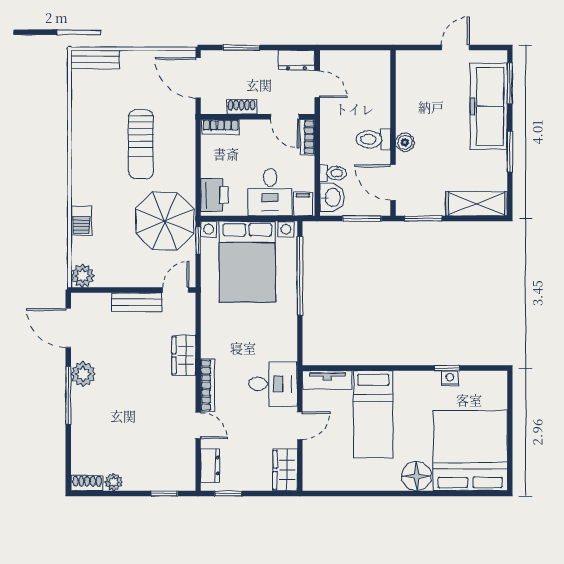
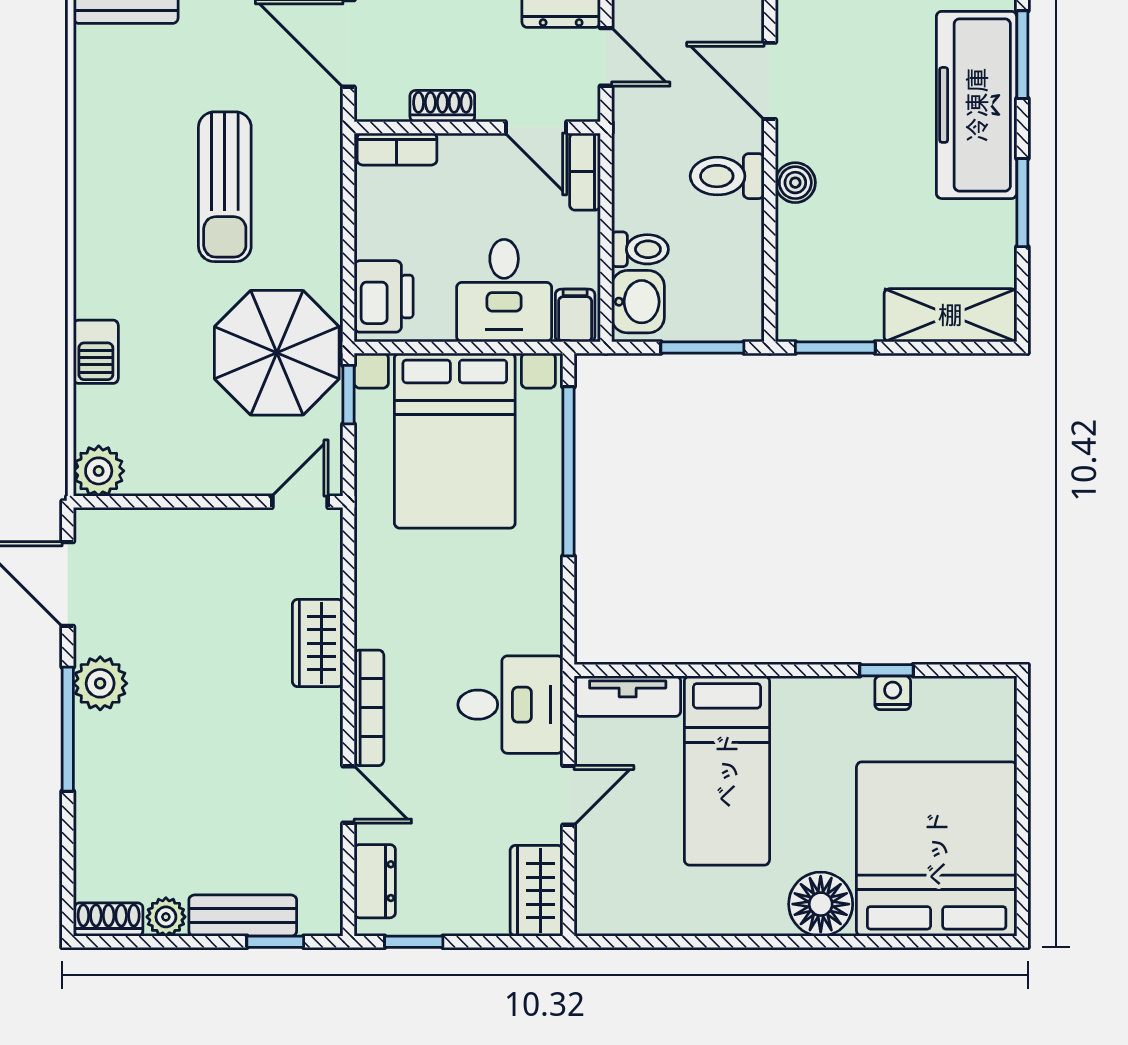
door: (393, 182) -> (770, 81), moved
bench: (137, 302) -> (243, 916), moved

